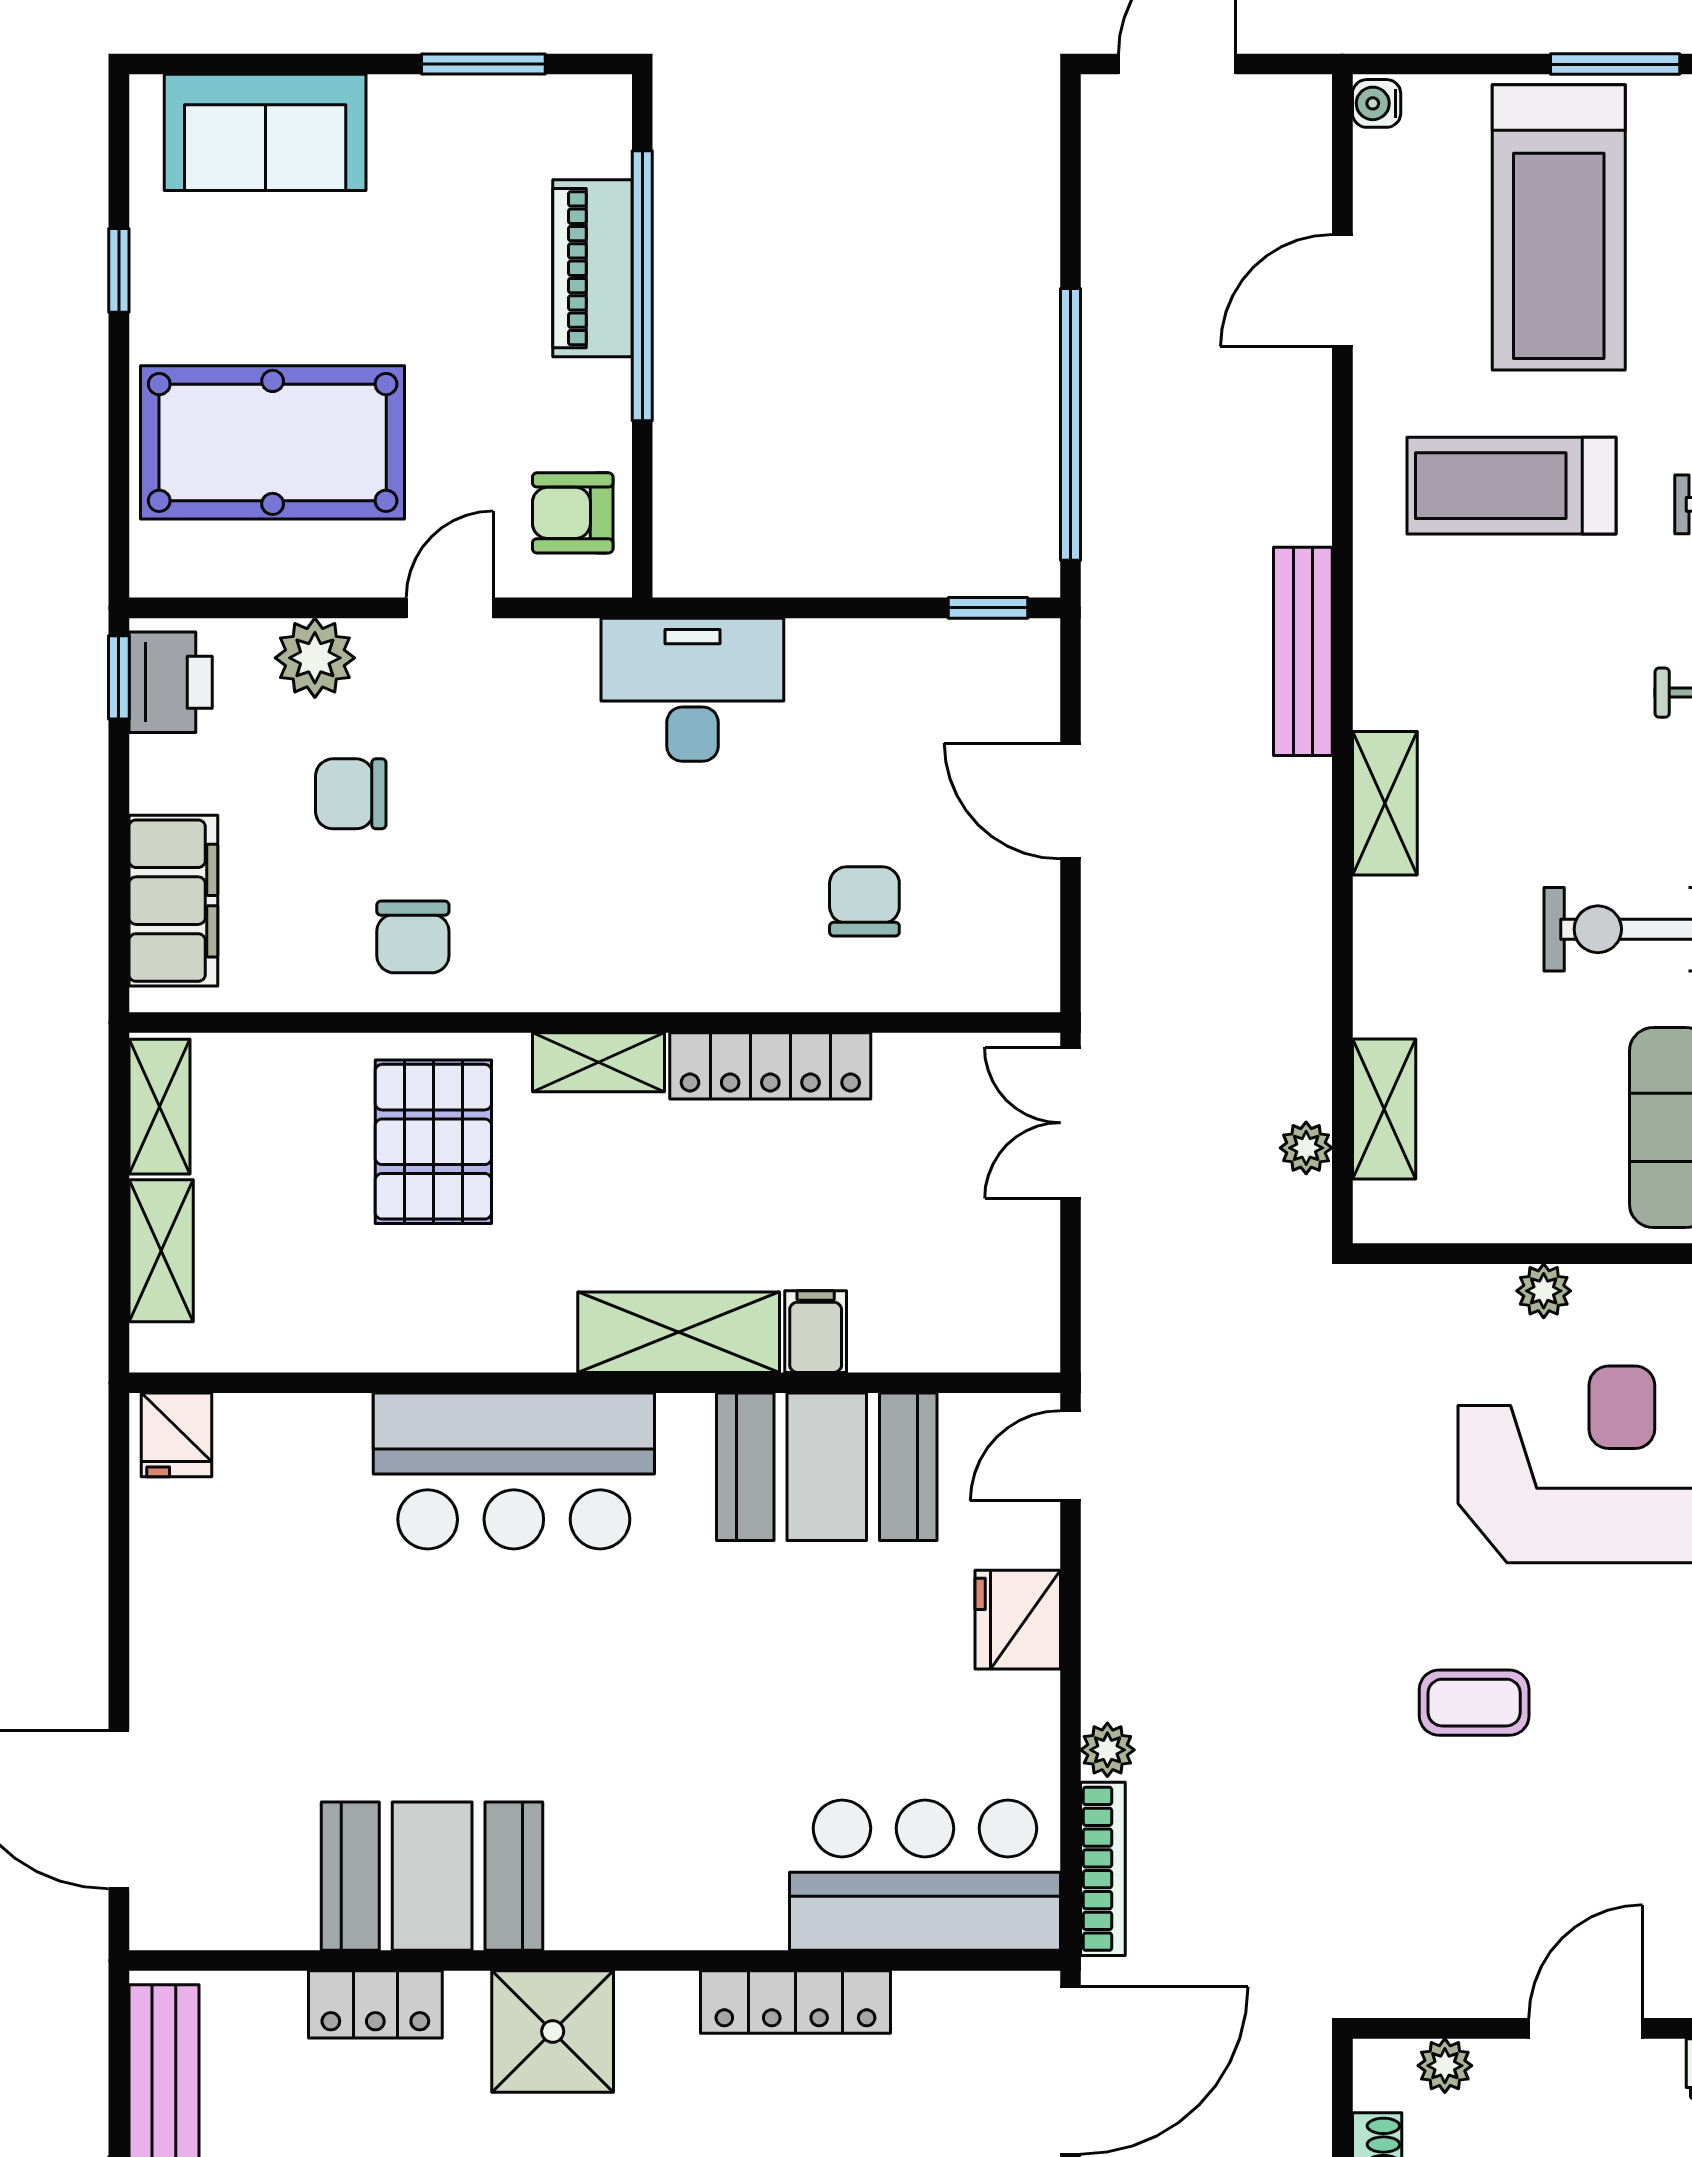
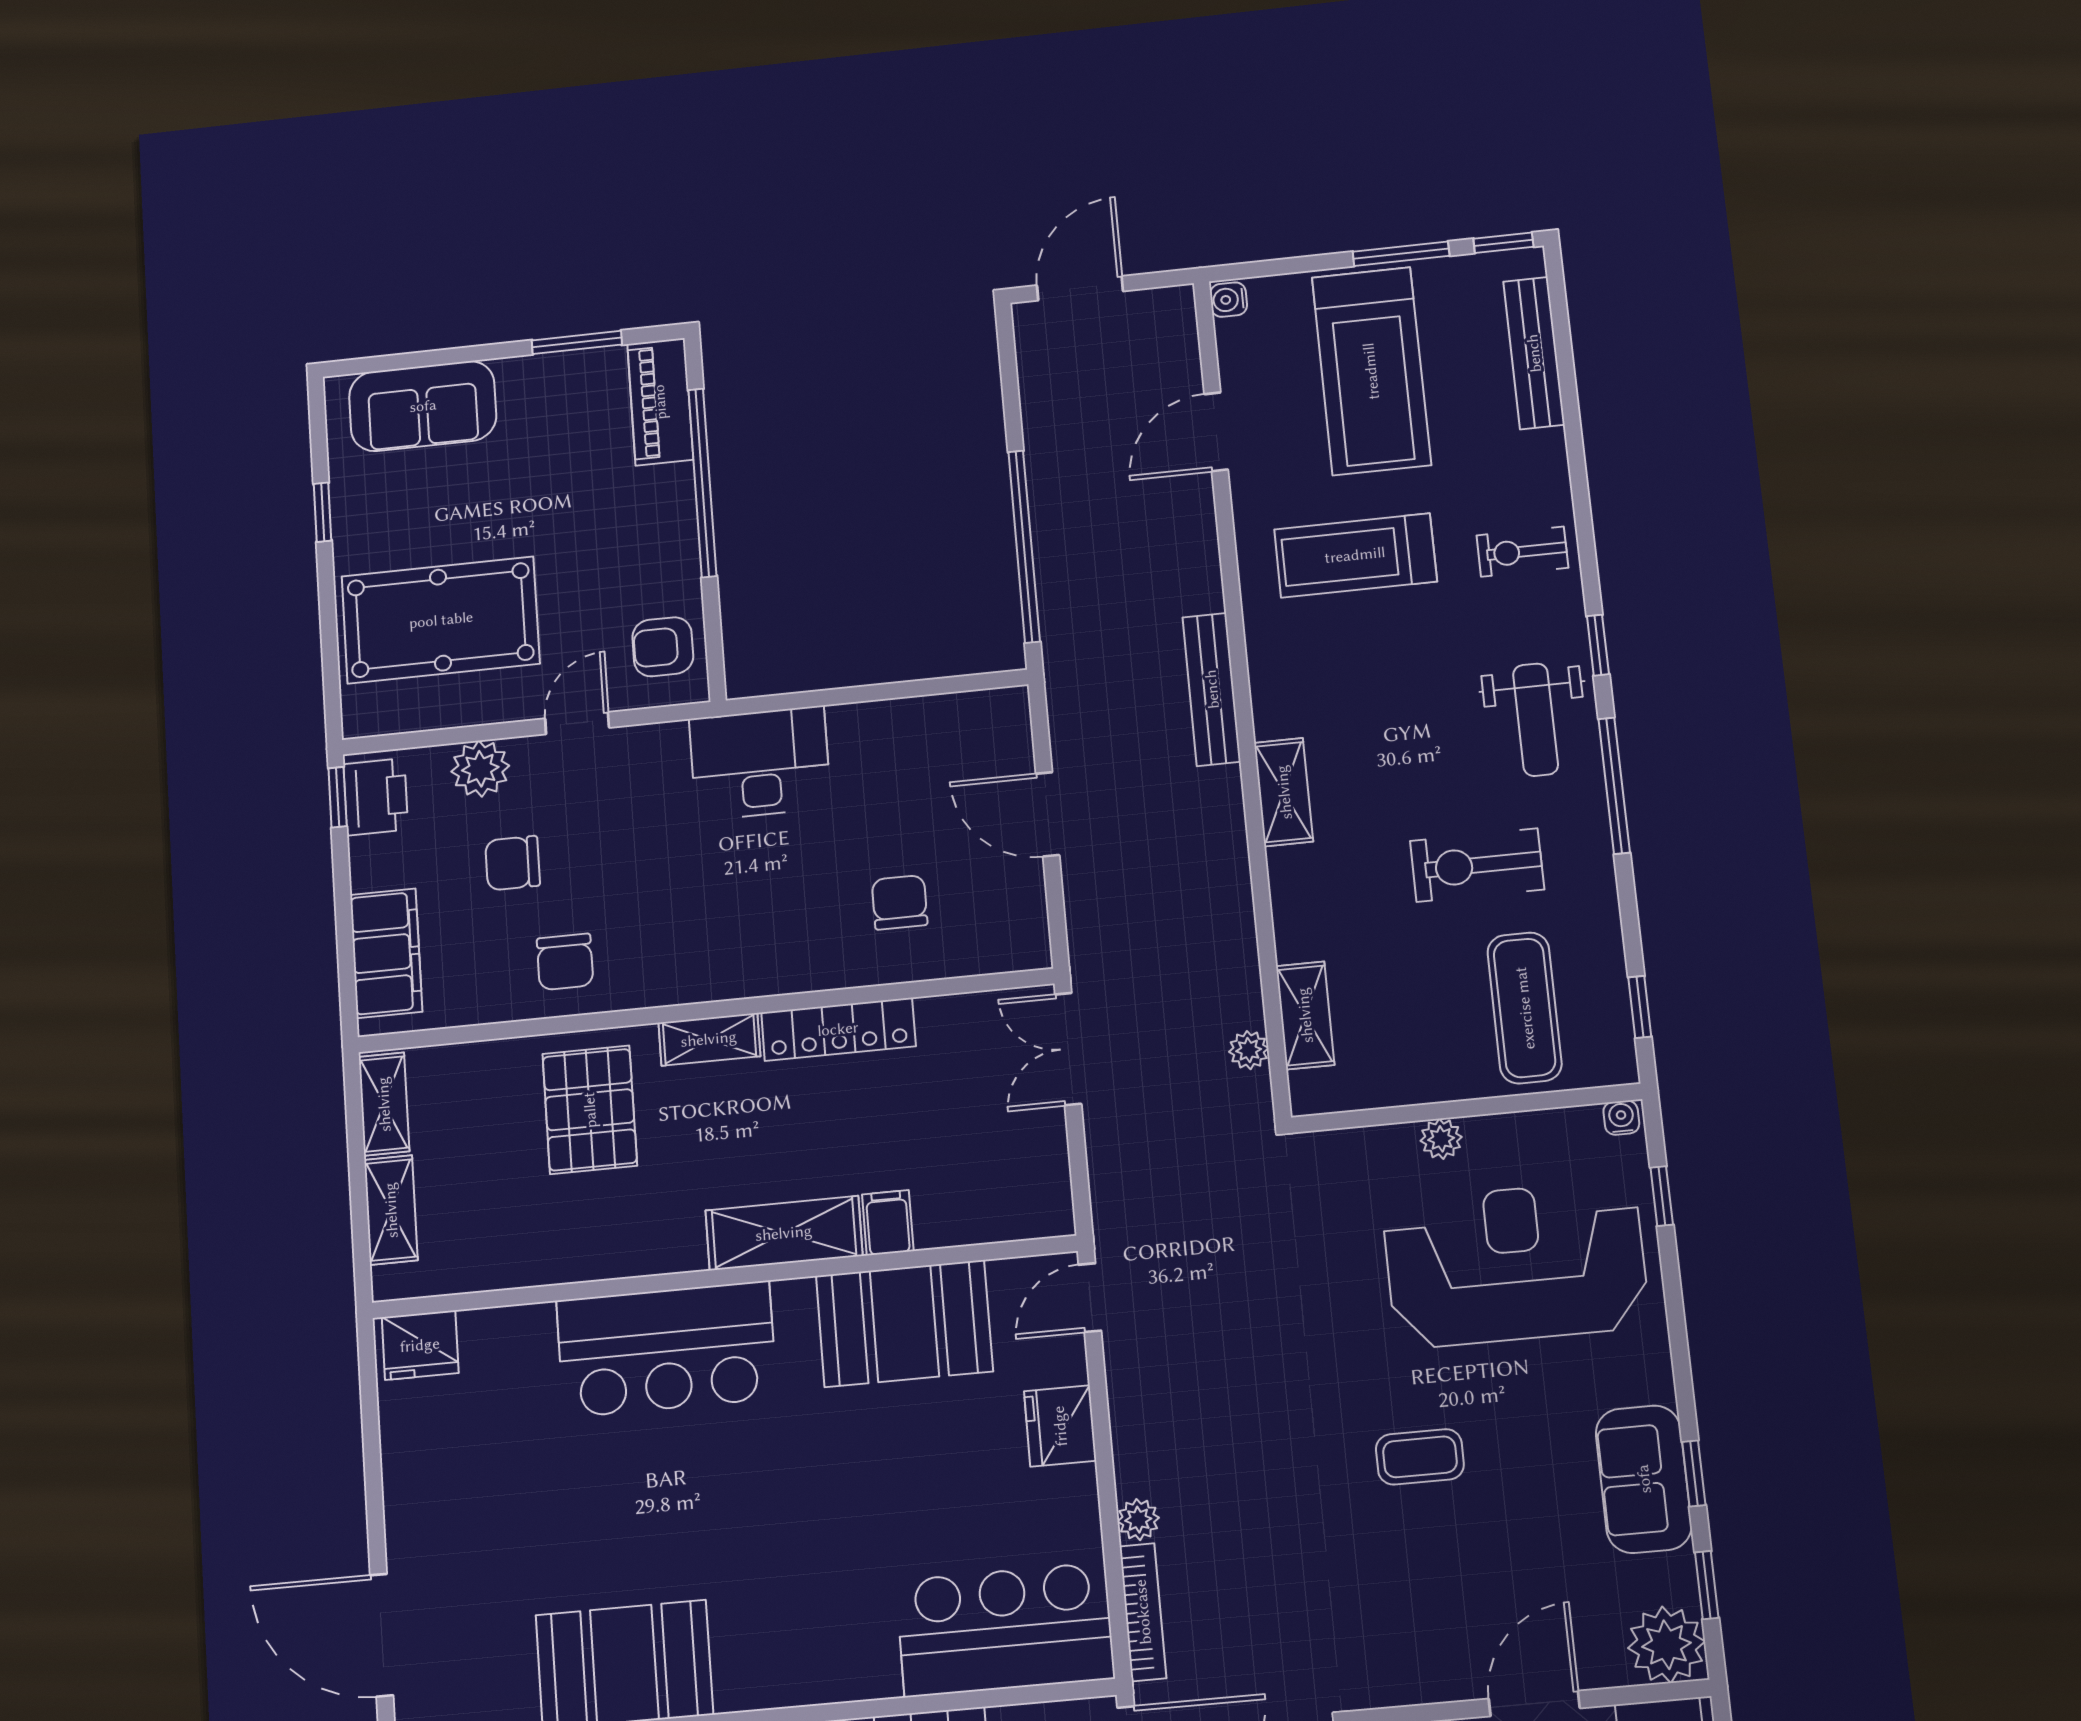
piano: (592, 268) -> (660, 402), moved
window: (988, 608) -> (974, 682), removed
fridge: (176, 1435) -> (420, 1345), width x1.38

